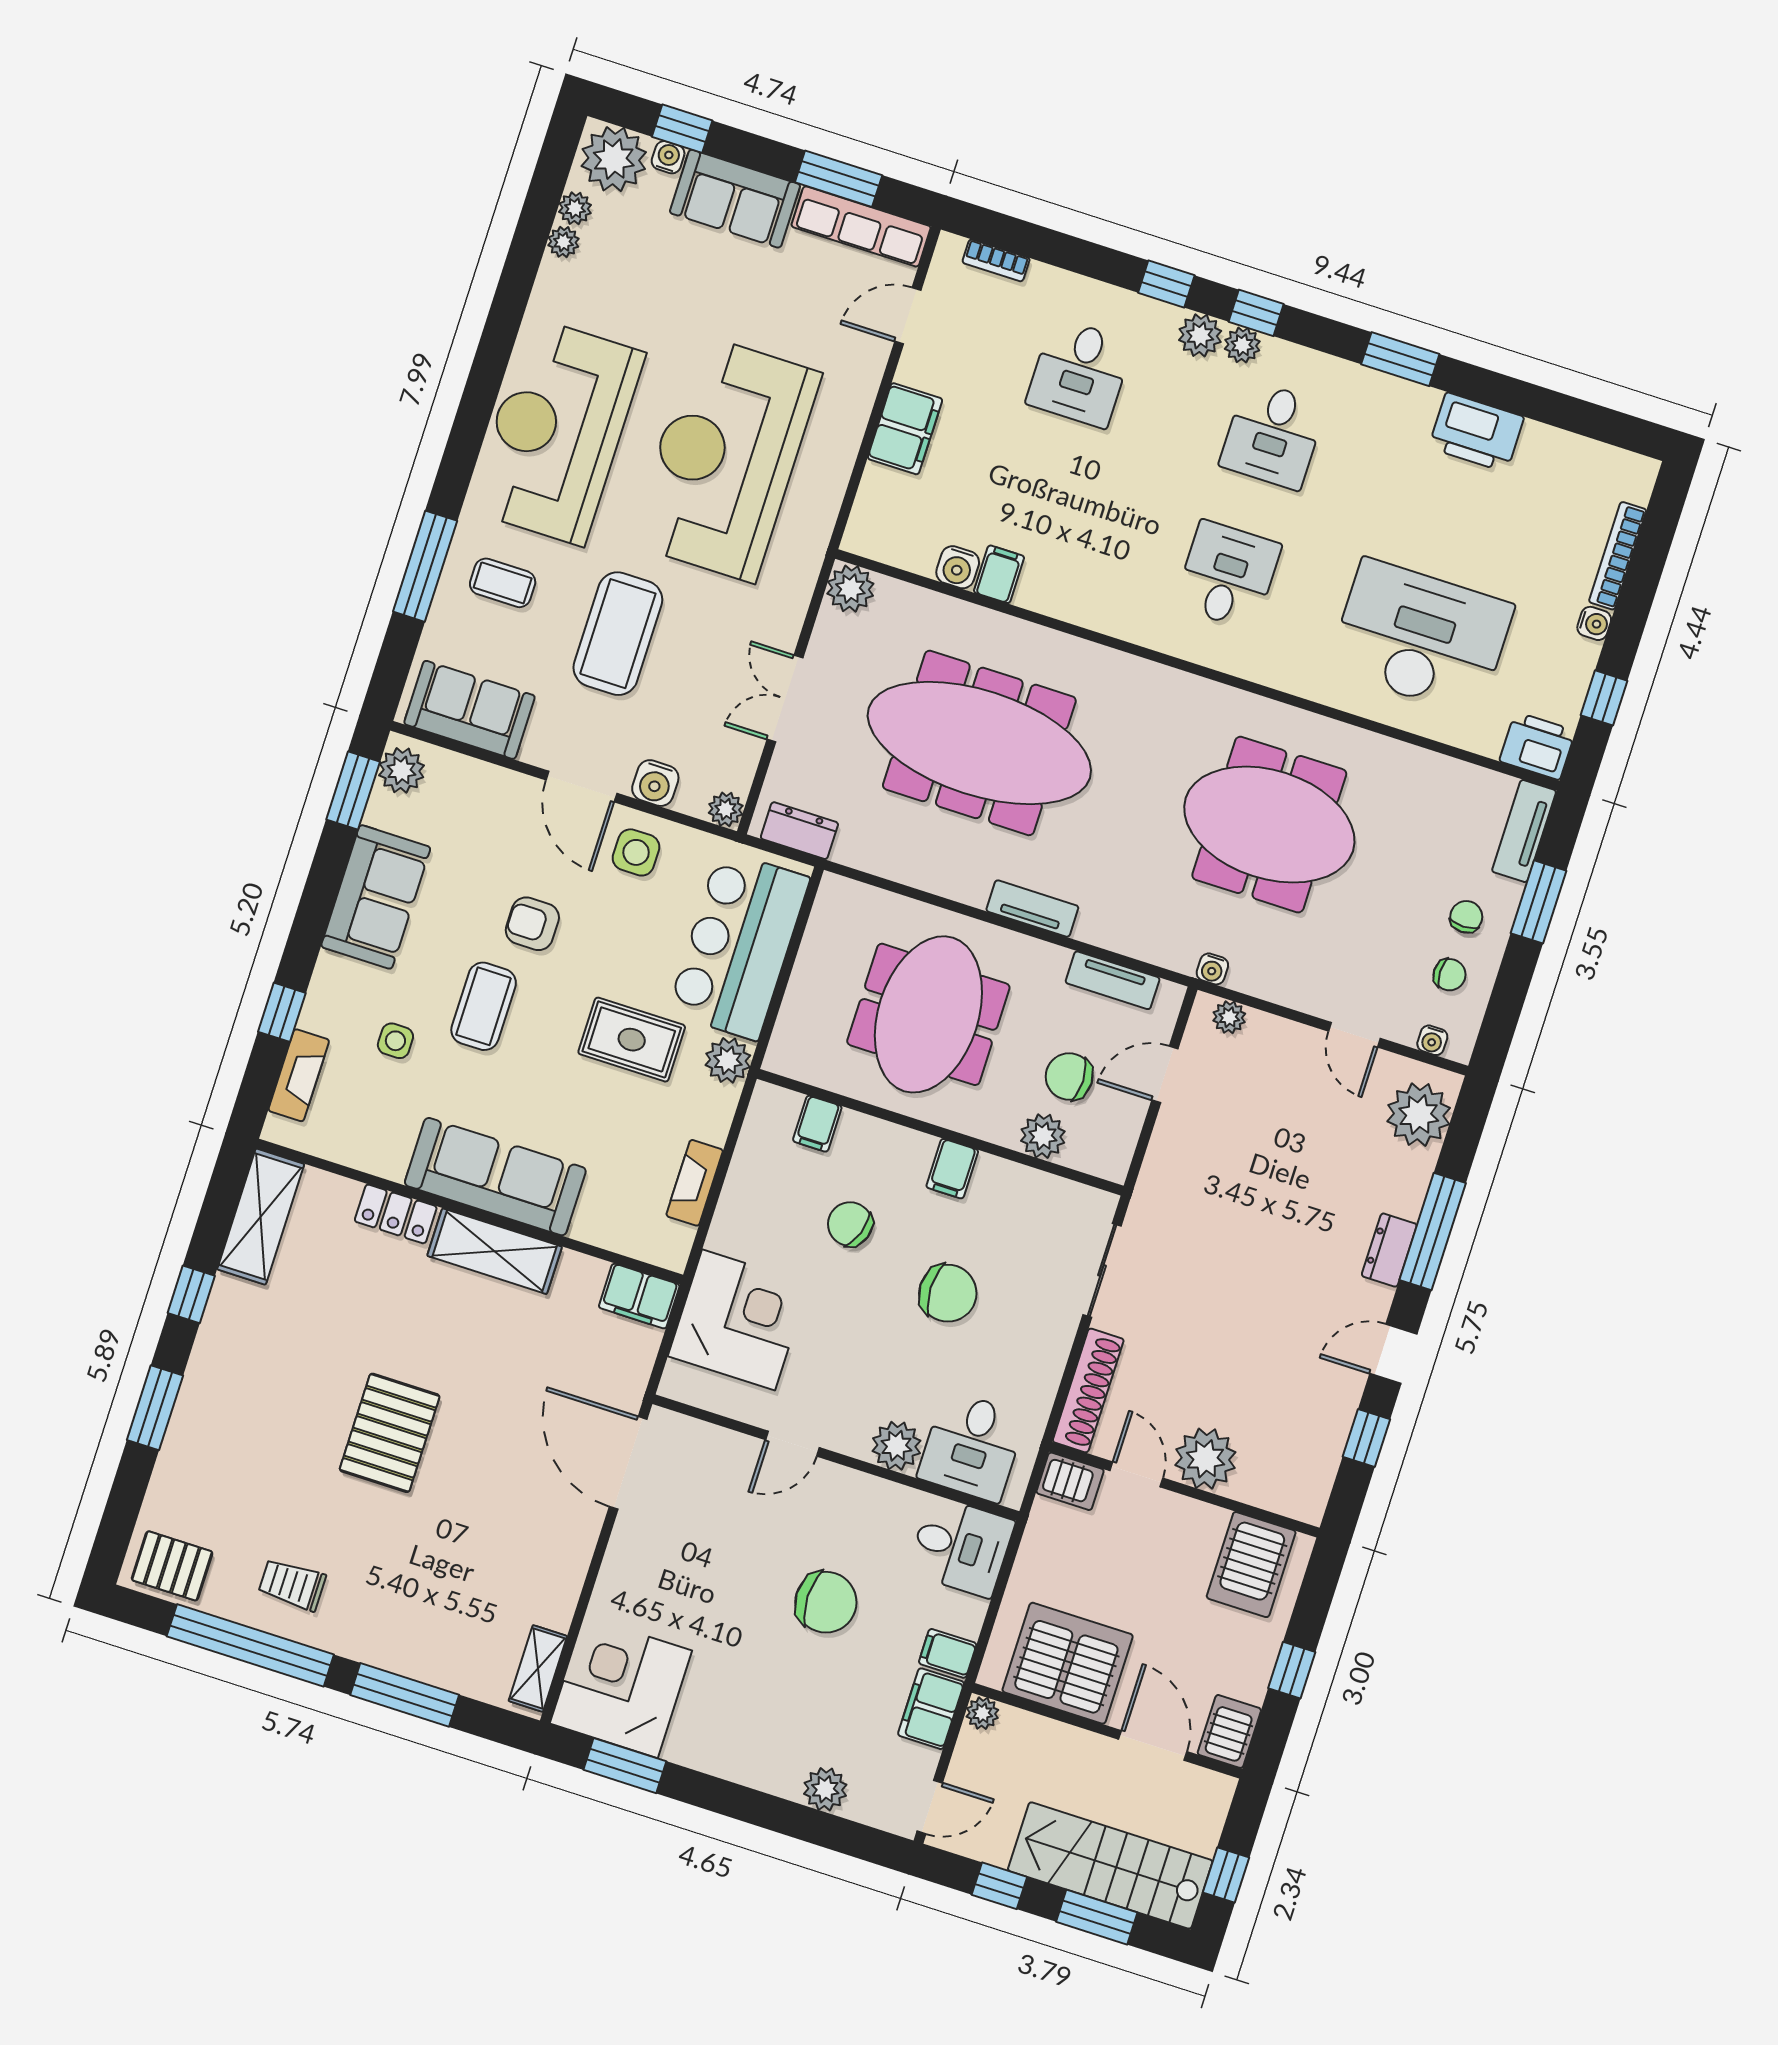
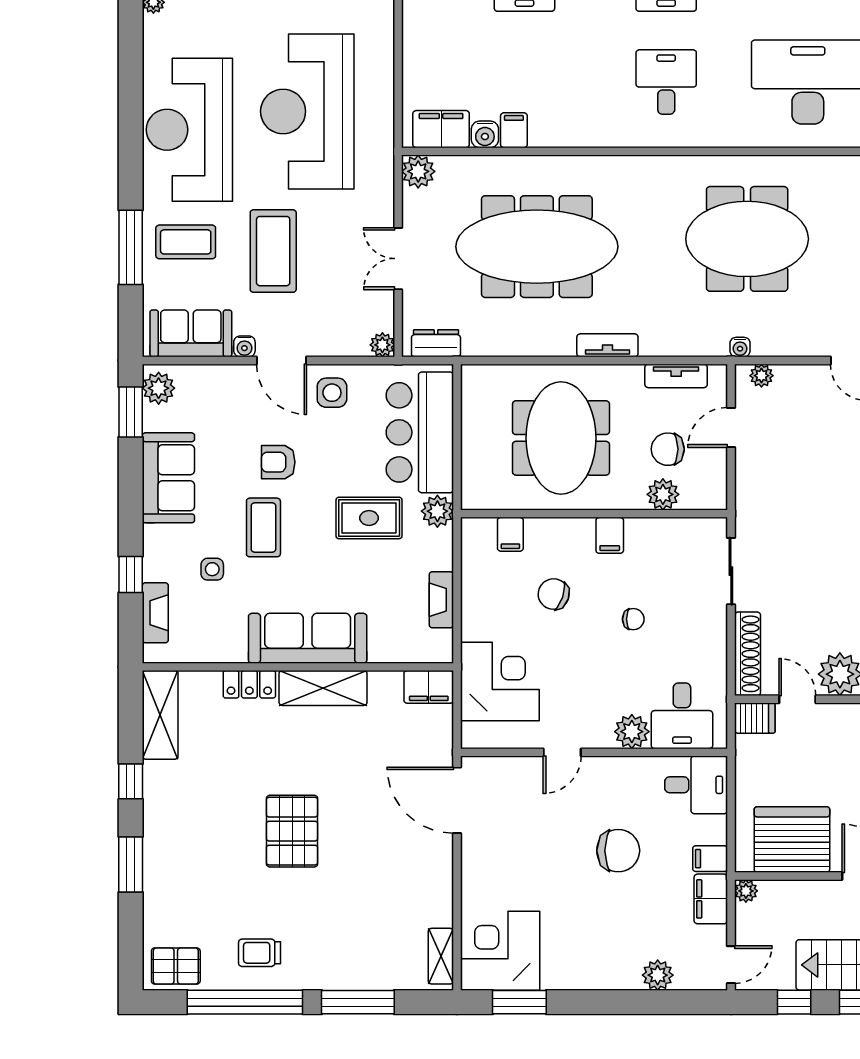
filing cabinet: (905, 429) -> (441, 129), moved, turned -90
coffee table: (503, 583) -> (186, 242), width x1.36, depth x1.30
water cooler: (655, 783) -> (244, 346), moved, width x0.72, depth x0.72
chair: (948, 1293) -> (633, 619), width x0.54, depth x0.54

